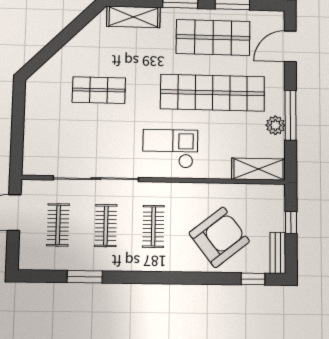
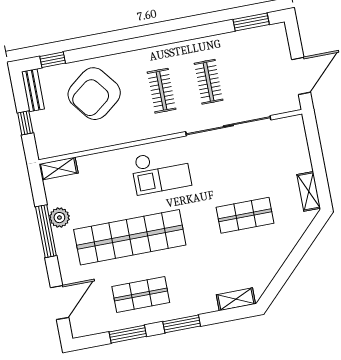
shelving: (133, 17) -> (236, 299), width x0.67, depth x0.75
shop shelf: (213, 37) -> (141, 295), width x0.70, depth x0.74
shelving: (33, 100) -> (309, 191), added
shelving: (259, 169) -> (59, 169), width x0.67, depth x0.75
clothes rail: (58, 225) -> (256, 73), removed
window: (85, 277) -> (251, 22), moved

